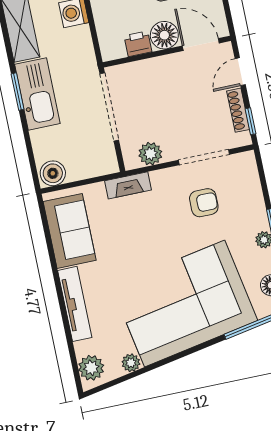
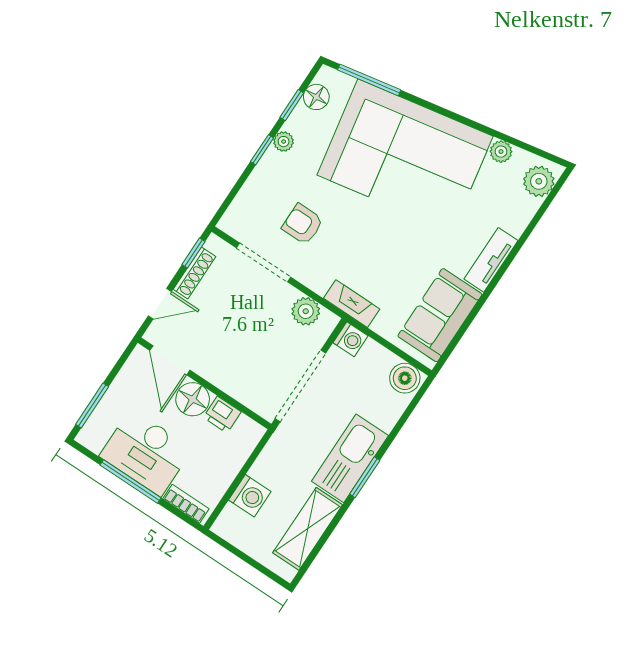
washing machine: (108, 164) -> (350, 339), added
tv unit: (75, 304) -> (491, 260), width x0.71

